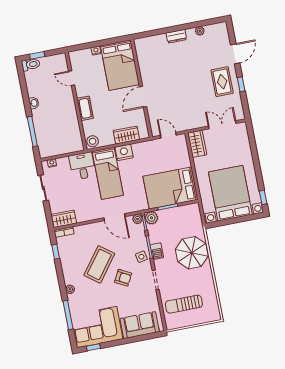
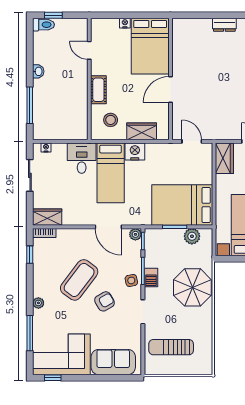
stool: (93, 141) -> (111, 120), moved
plant: (151, 218) -> (192, 236), moved
armchair: (123, 278) -> (104, 301), turned -58

